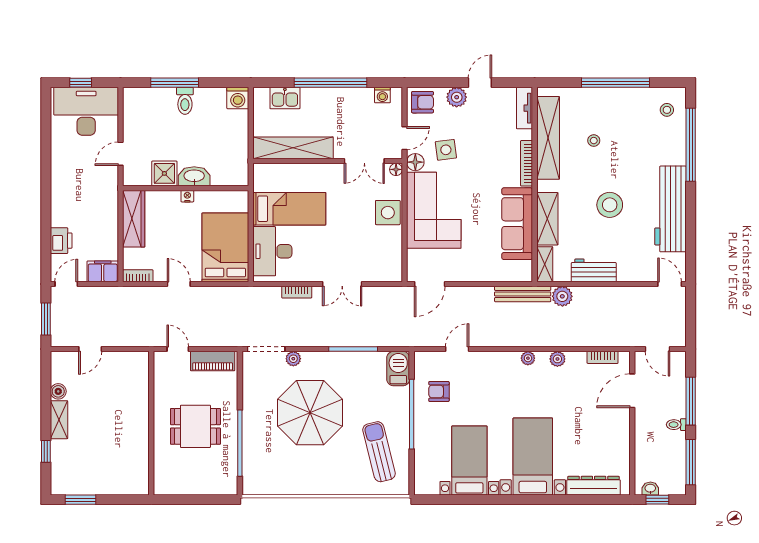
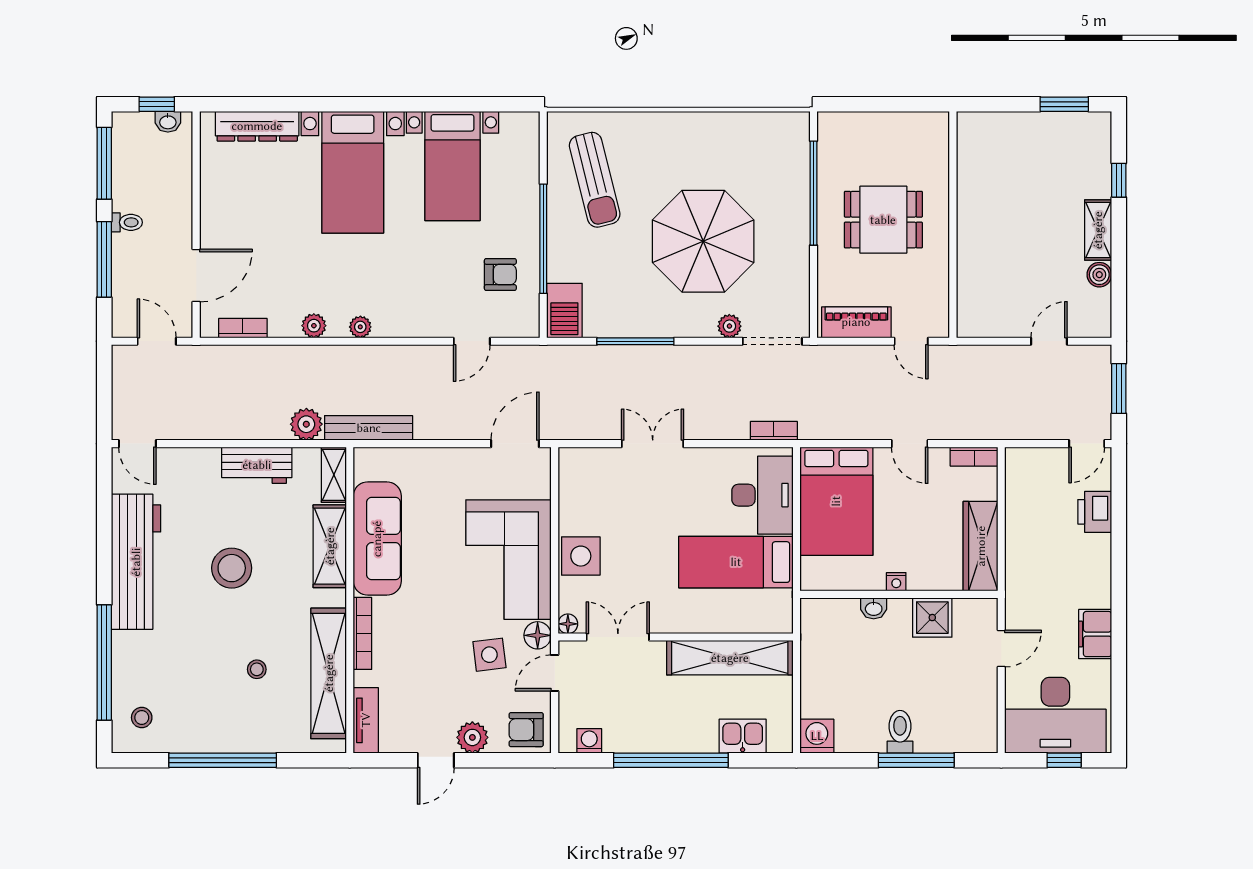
washbasin: (194, 176) -> (874, 608), width x0.52, depth x0.69
filing cabinet: (103, 271) -> (1095, 634), moved, turned 90
bookcase: (297, 292) -> (774, 431), moved

